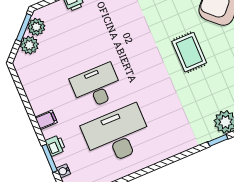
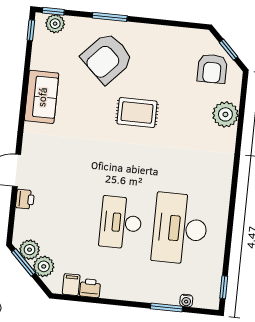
filing cabinet: (46, 120) -> (71, 285), moved
window: (218, 140) -> (240, 132), removed
printer: (55, 145) -> (90, 288), moved

